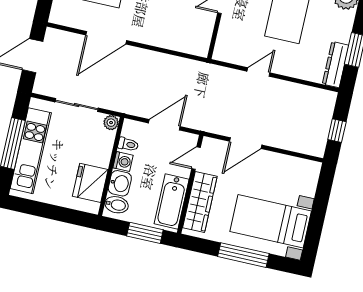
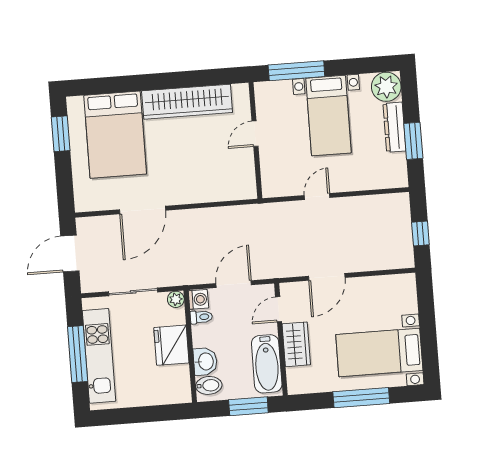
dresser: (336, 65) -> (394, 127), moved
washing machine: (123, 161) -> (198, 299), moved
fridge: (90, 183) -> (171, 345), moved
wardrobe: (200, 202) -> (296, 344), width x0.67

